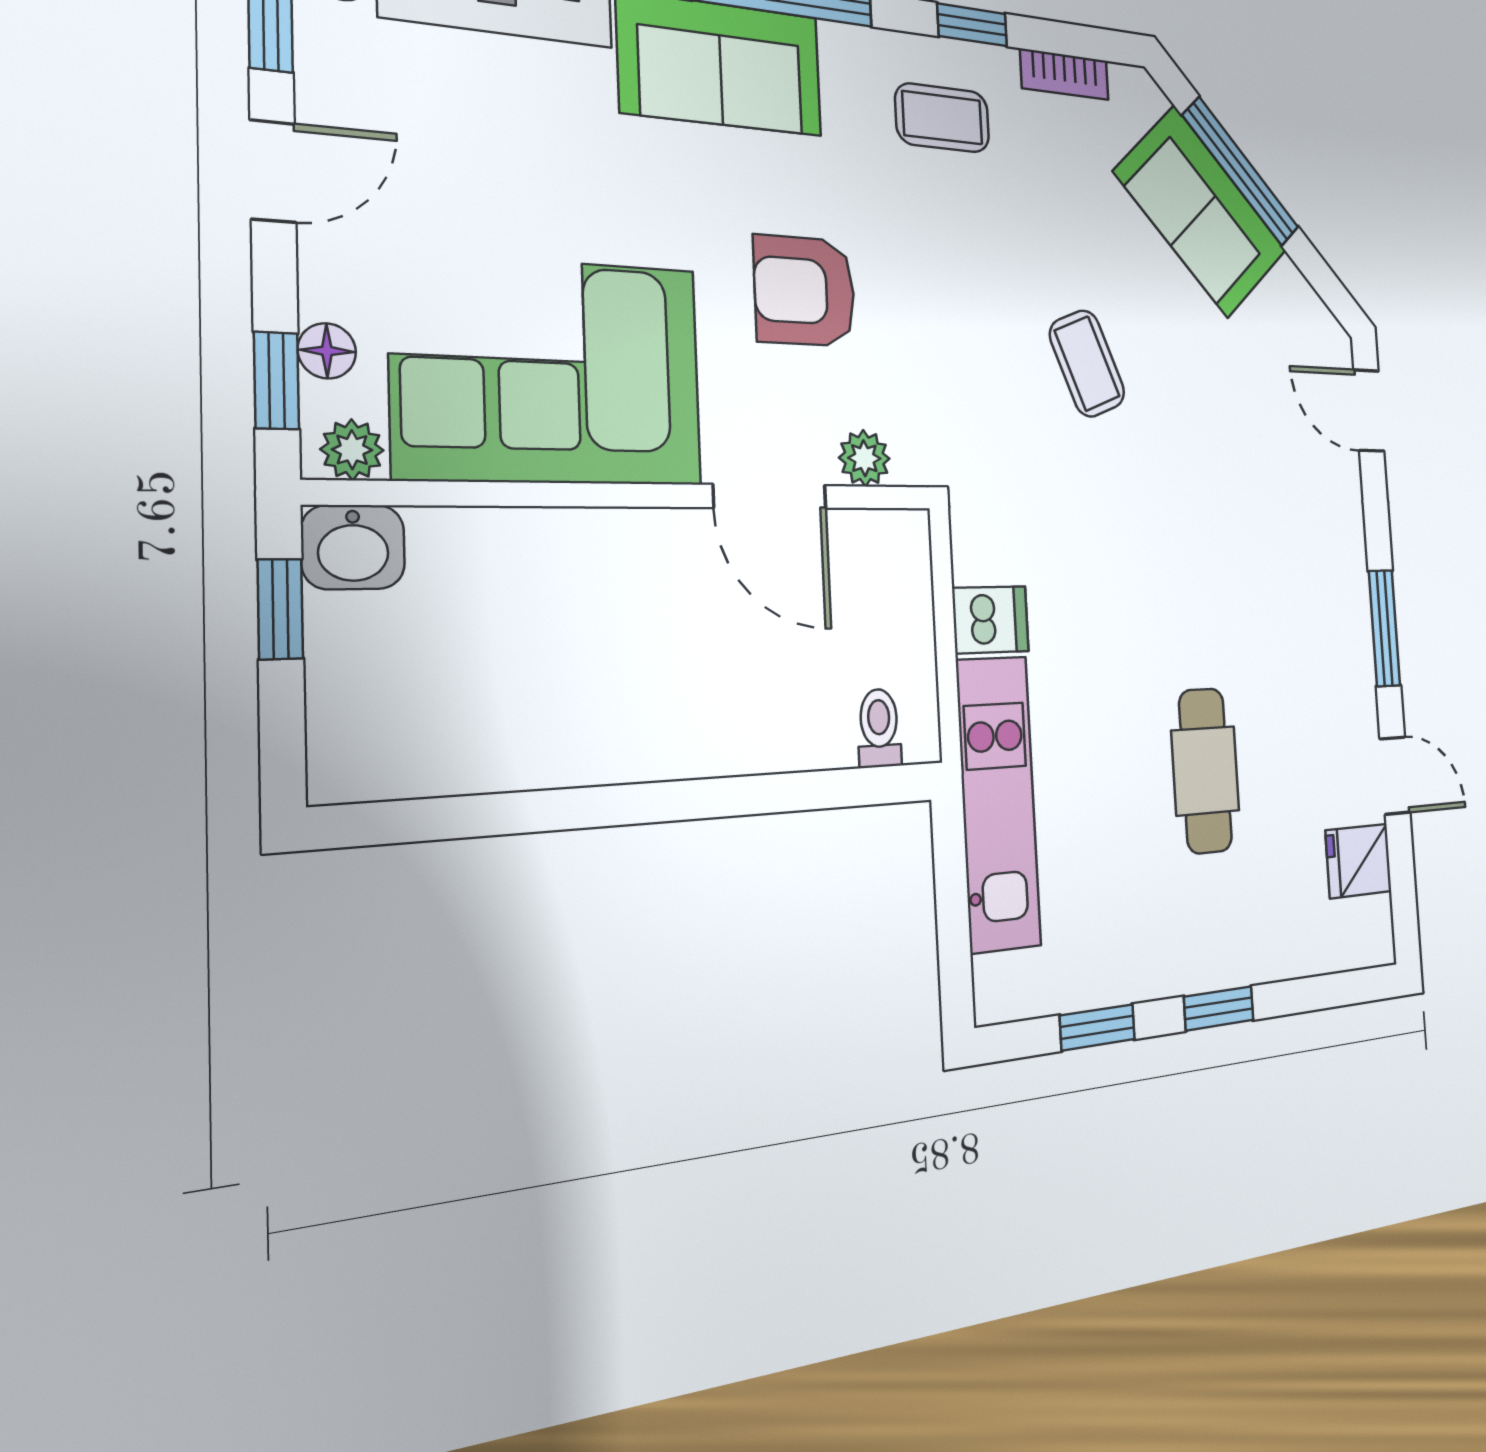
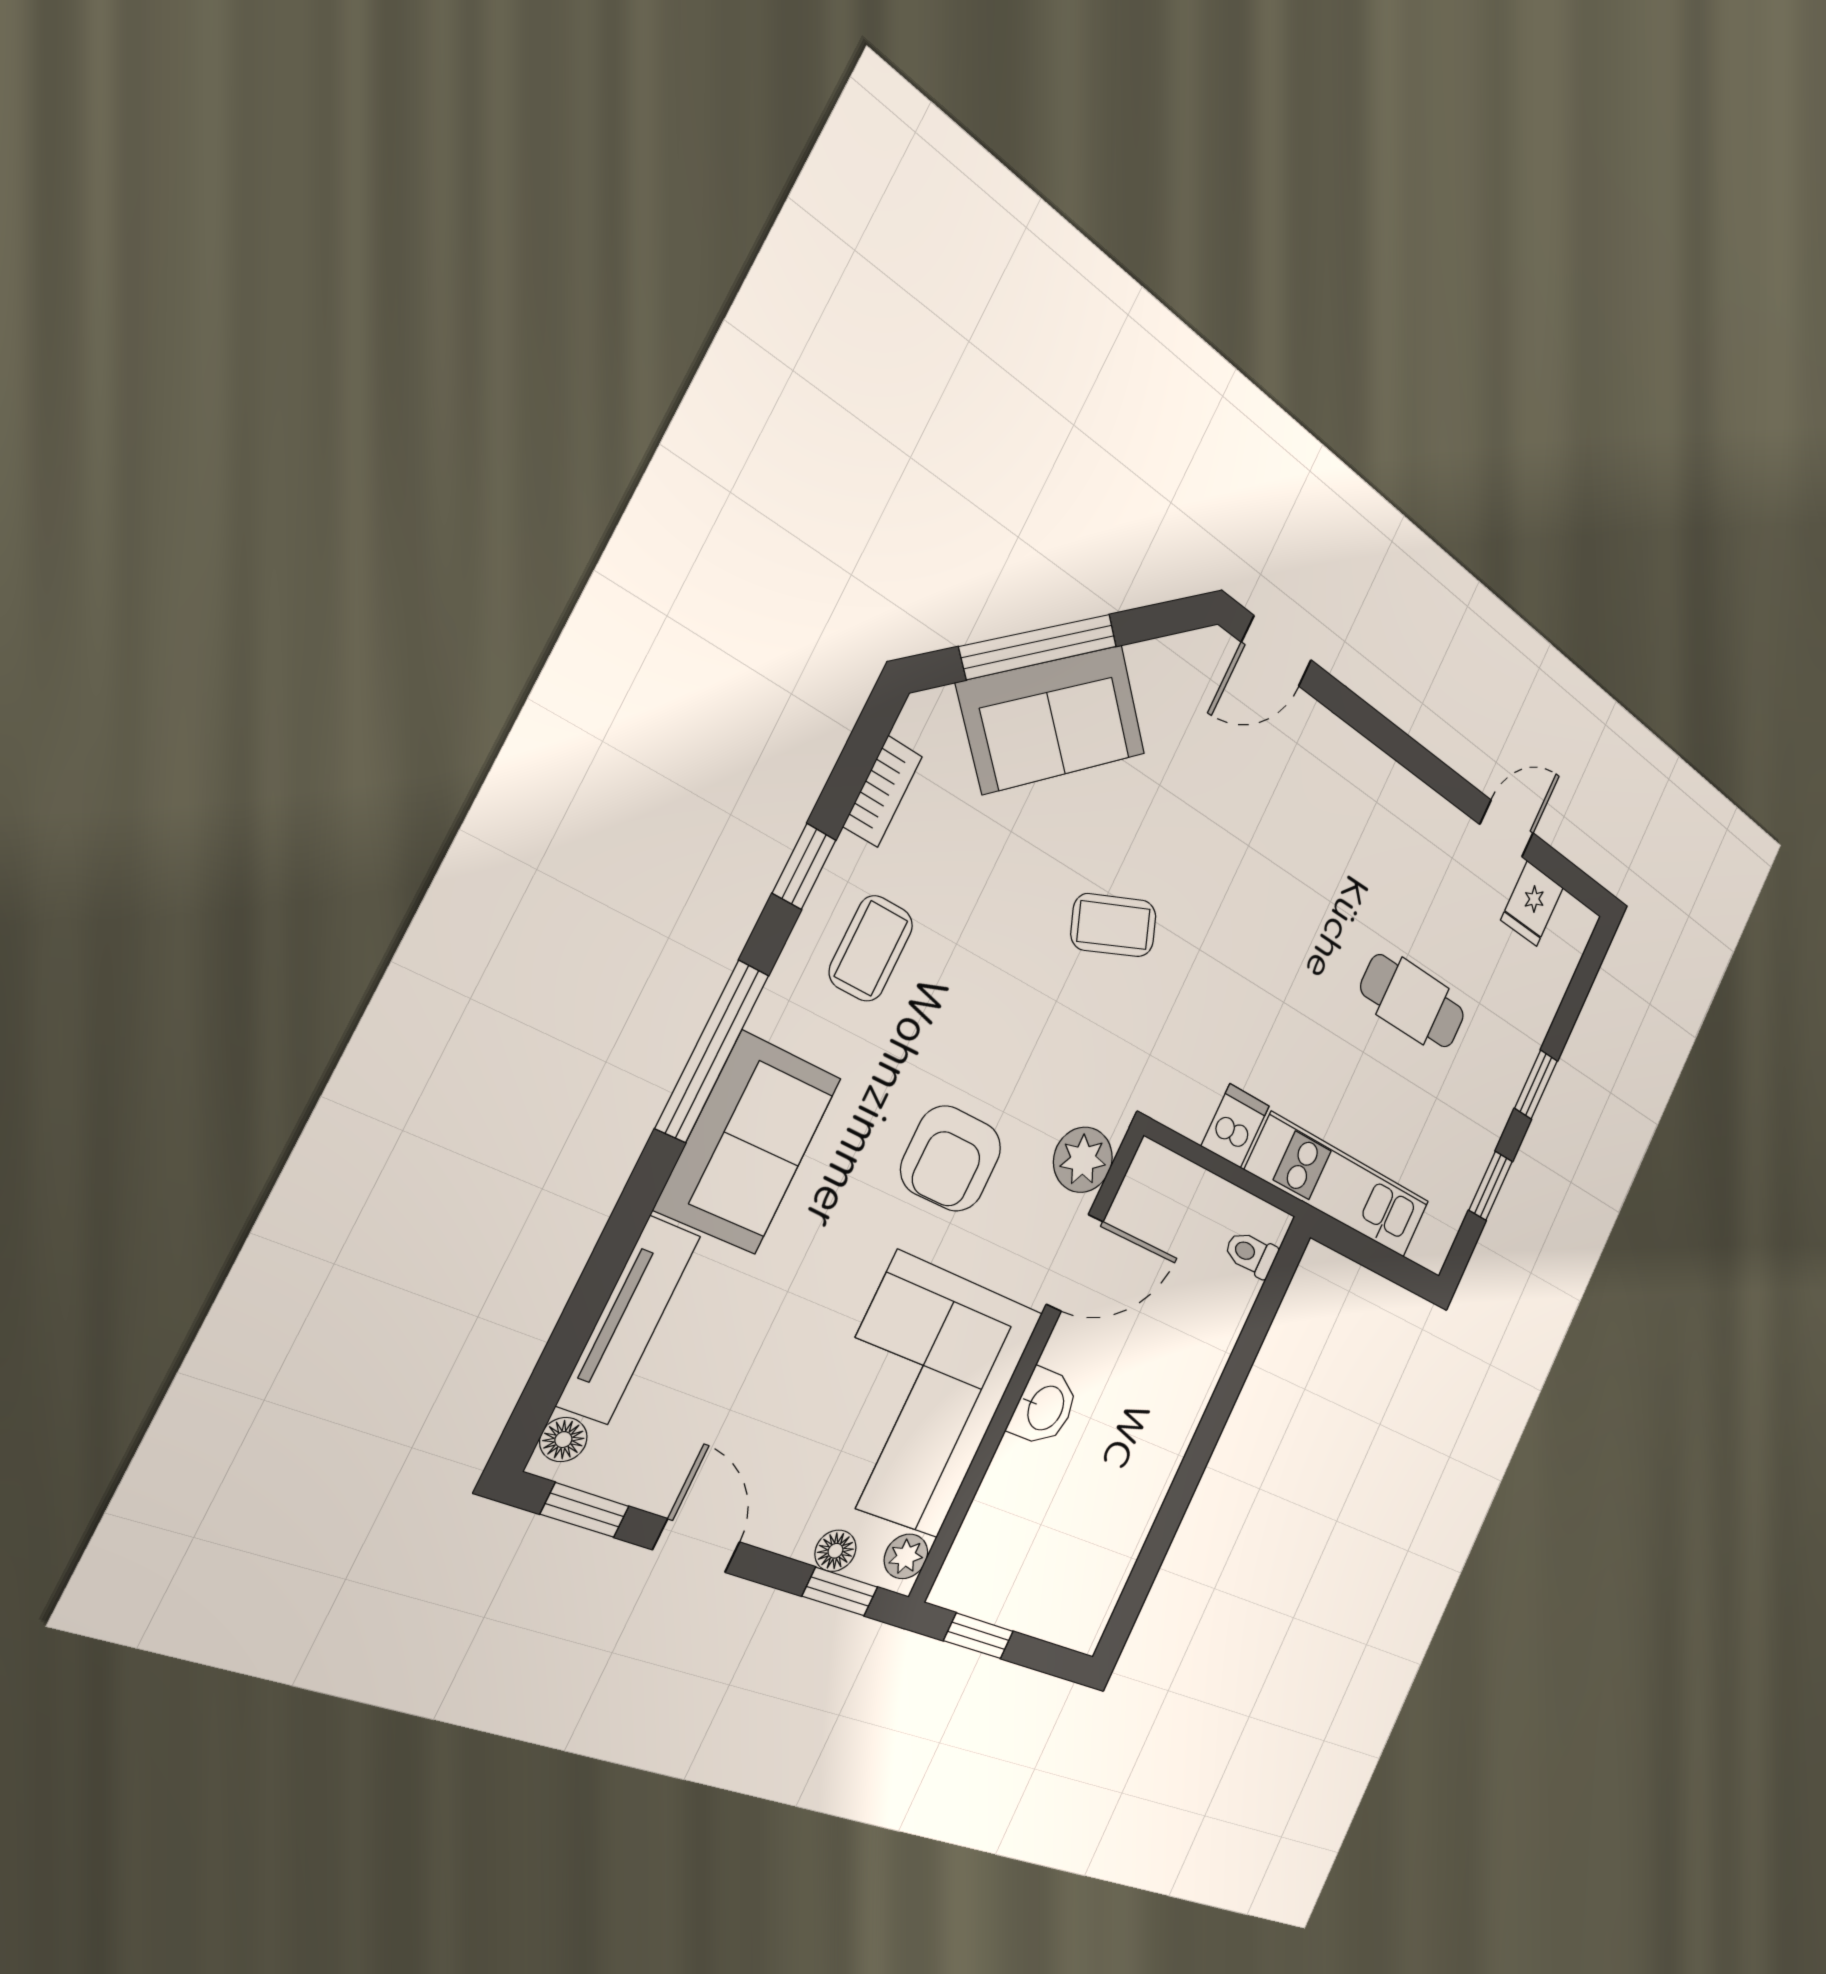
plant: (864, 458) -> (1083, 1160), width x1.38, depth x1.38
washbasin: (353, 547) -> (1044, 1407), moved
window: (1384, 628) -> (1420, 762), removed

